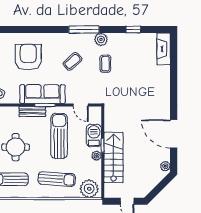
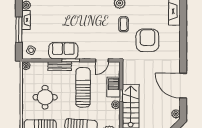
armchair: (28, 57) -> (147, 40), moved
coffee table: (73, 61) -> (95, 22), removed
sofa: (42, 94) -> (63, 51), width x0.73
door: (81, 105) -> (102, 60), hinge flipped

